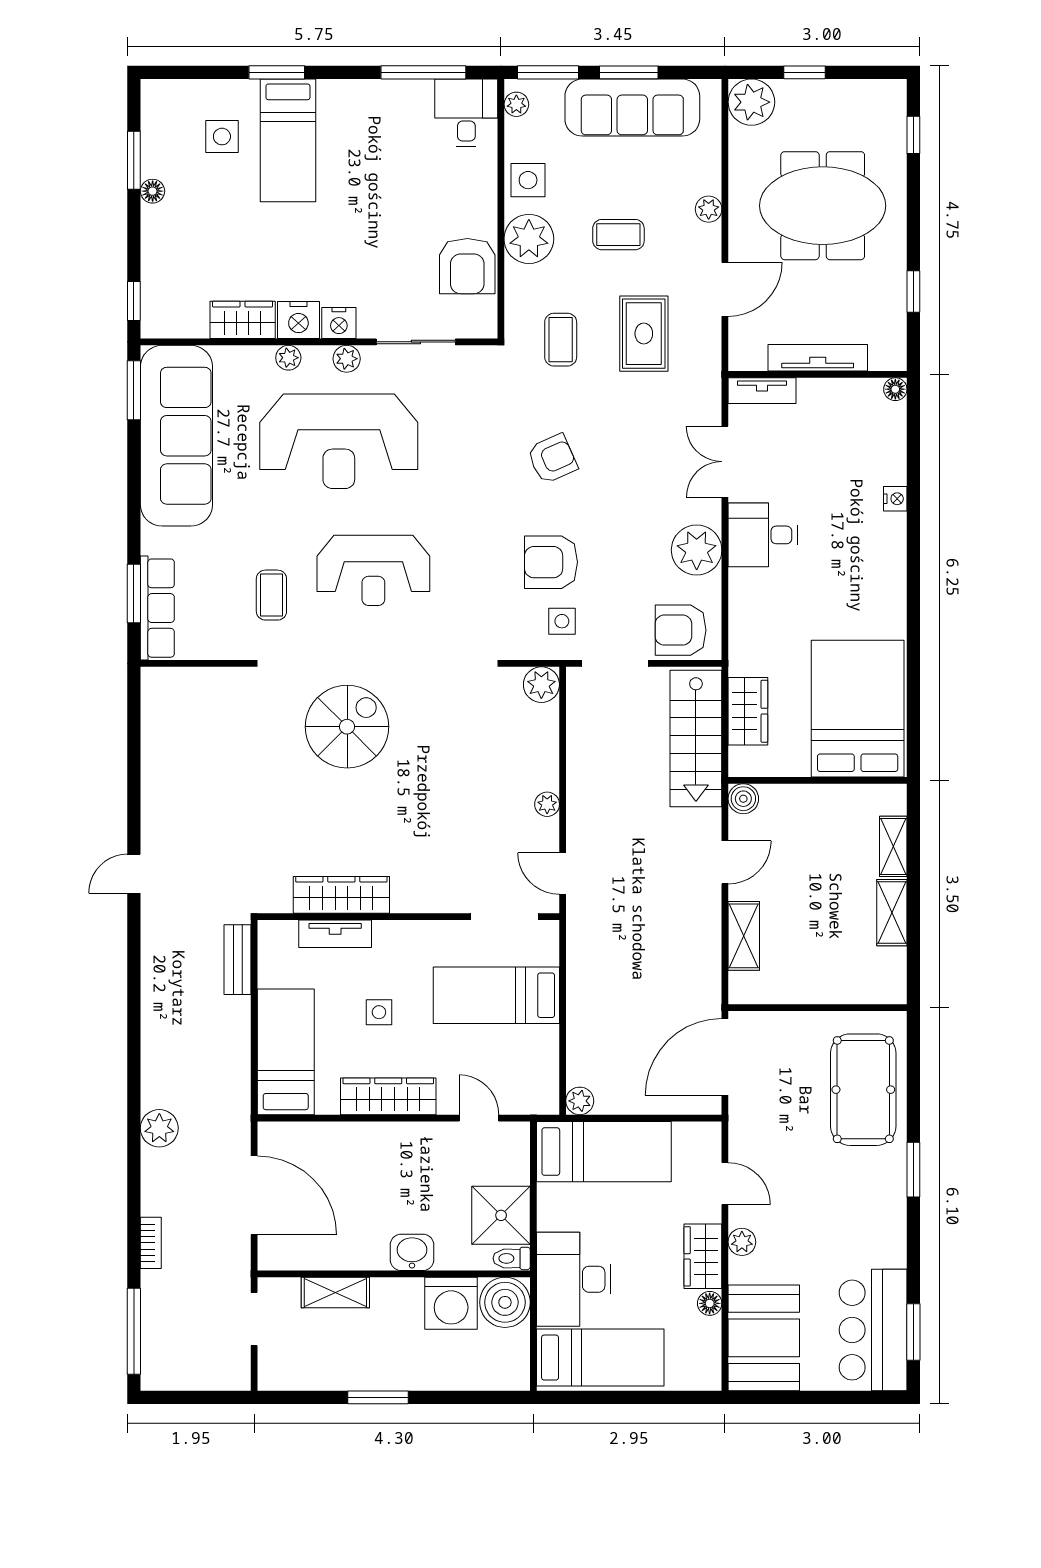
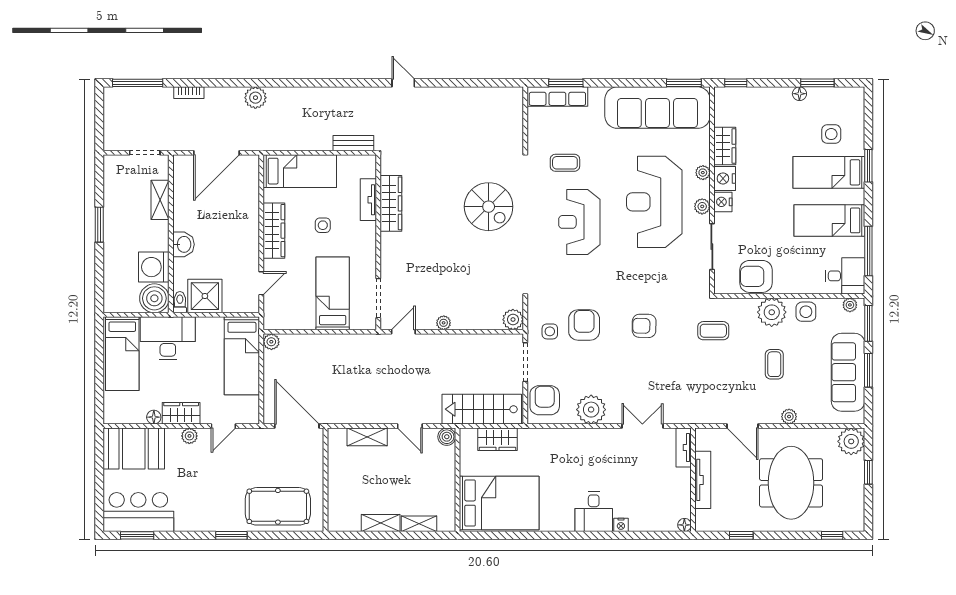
bed: (371, 140) -> (829, 220), added
rug: (644, 334) -> (717, 379), removed
armchair: (552, 459) -> (644, 326), turned 115
desk: (763, 535) -> (594, 512), moved, turned 180

